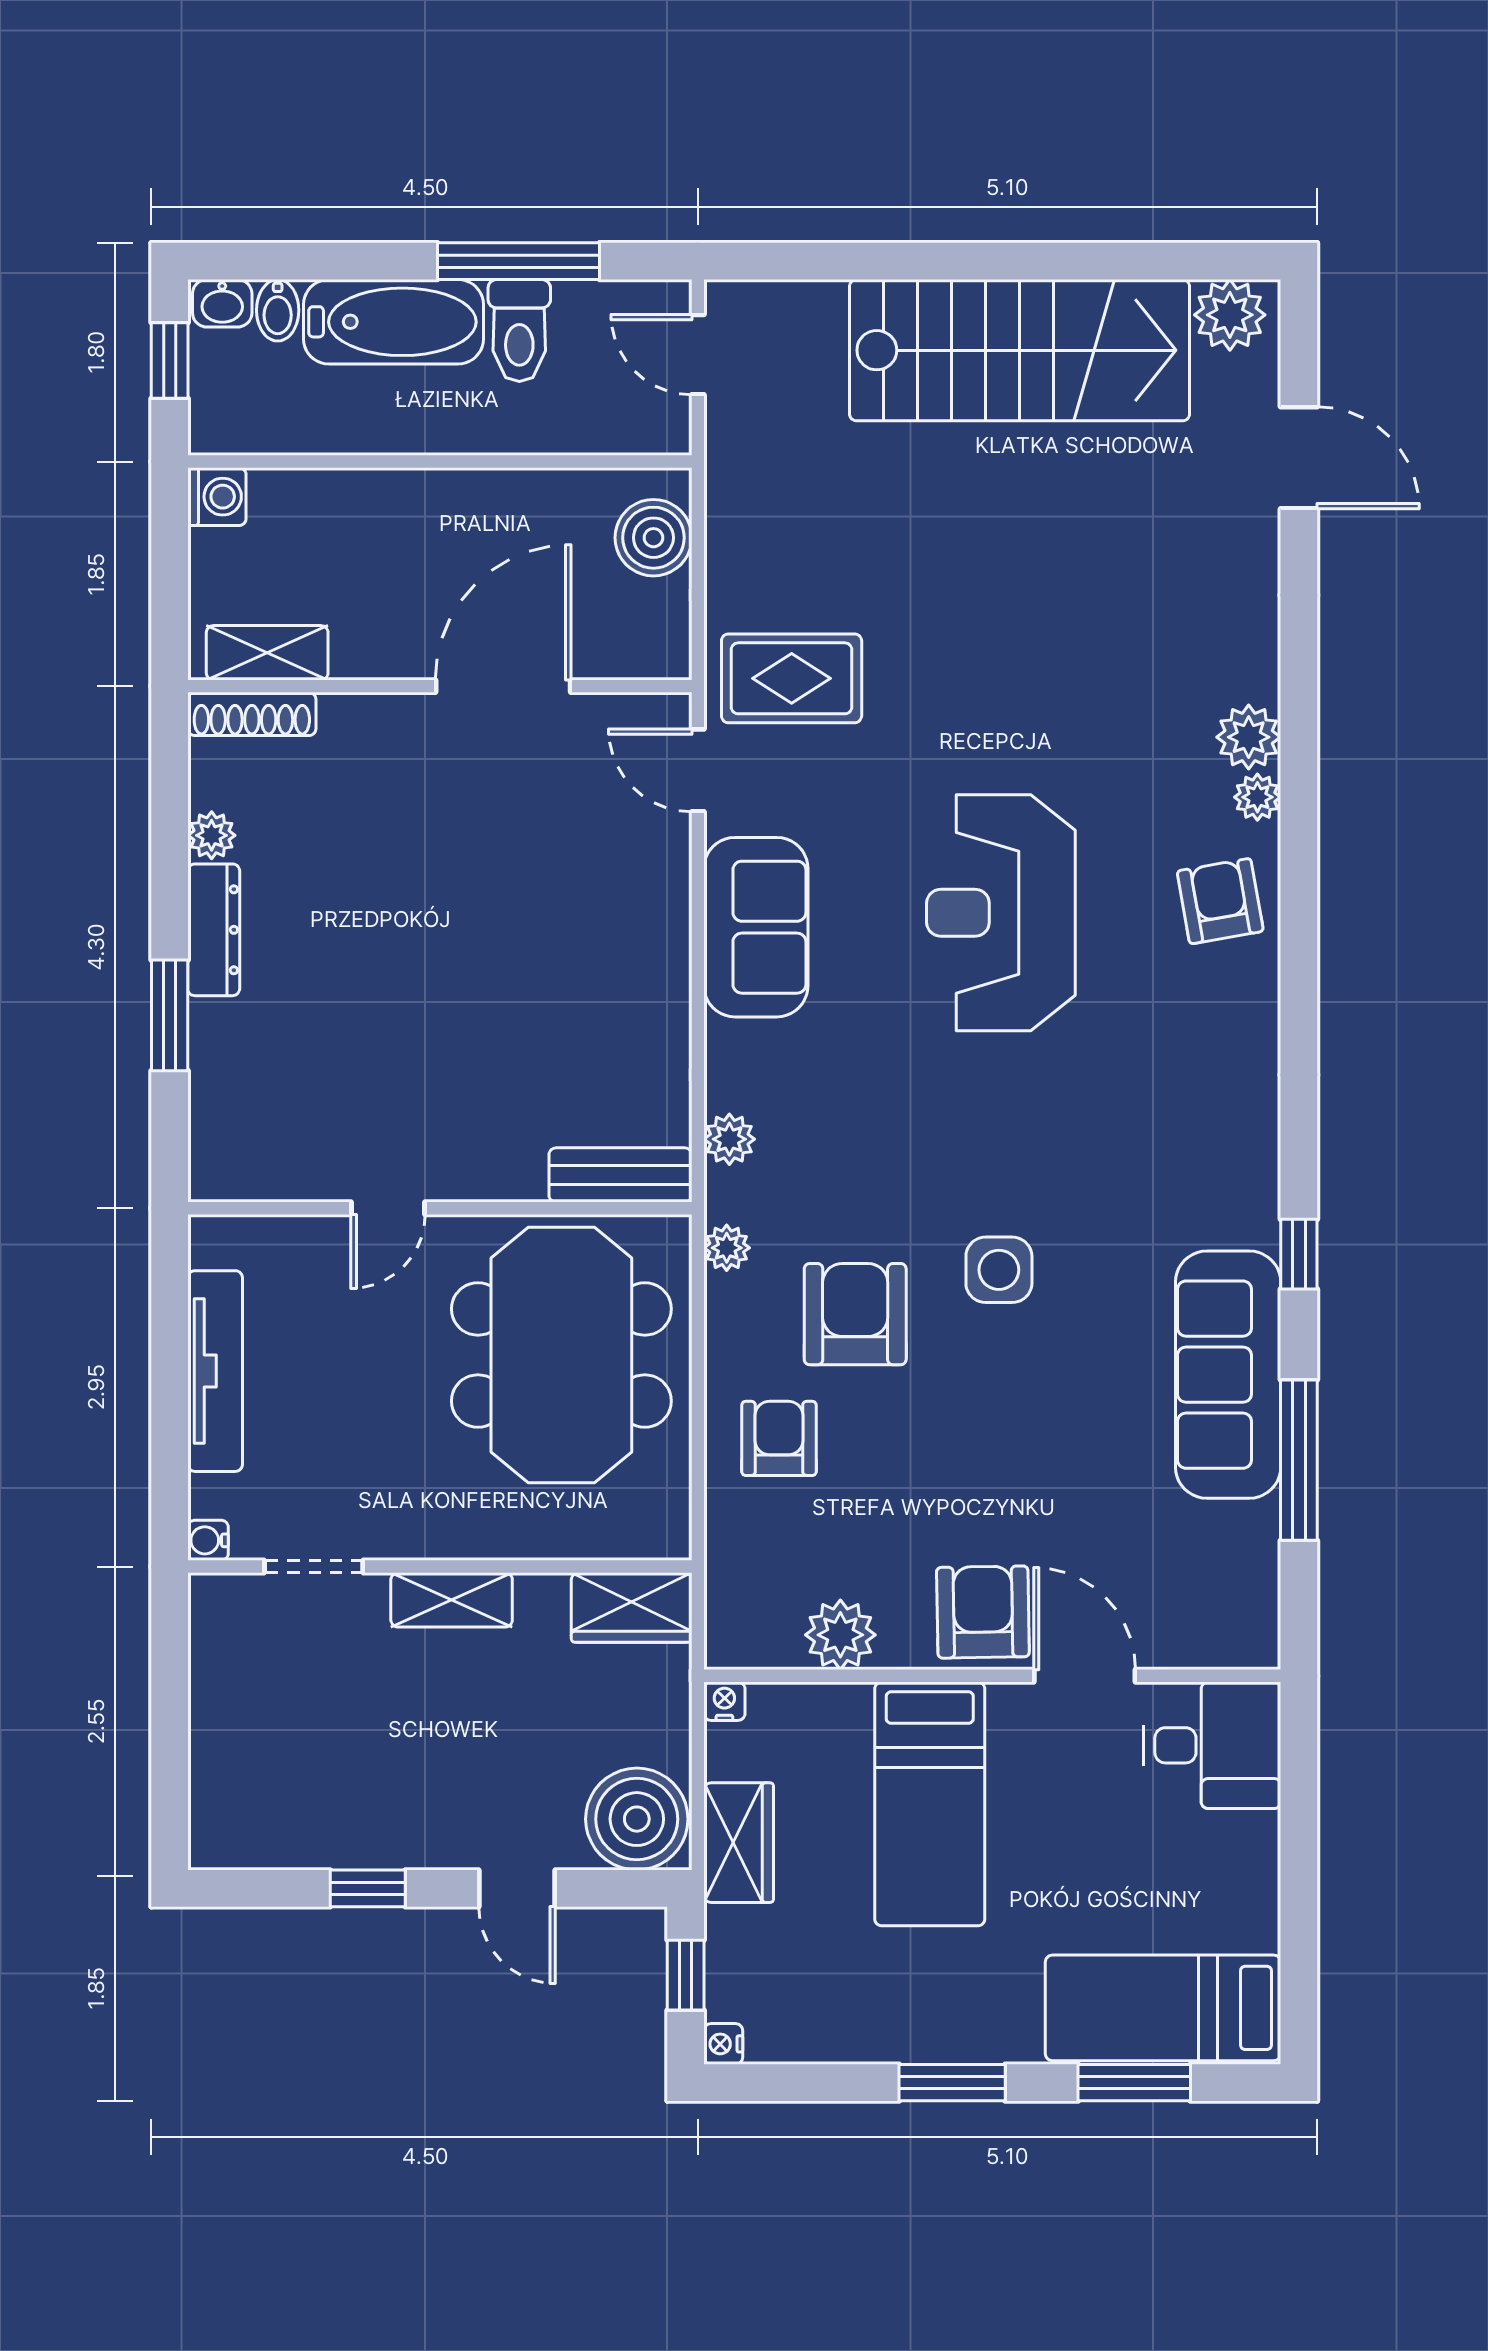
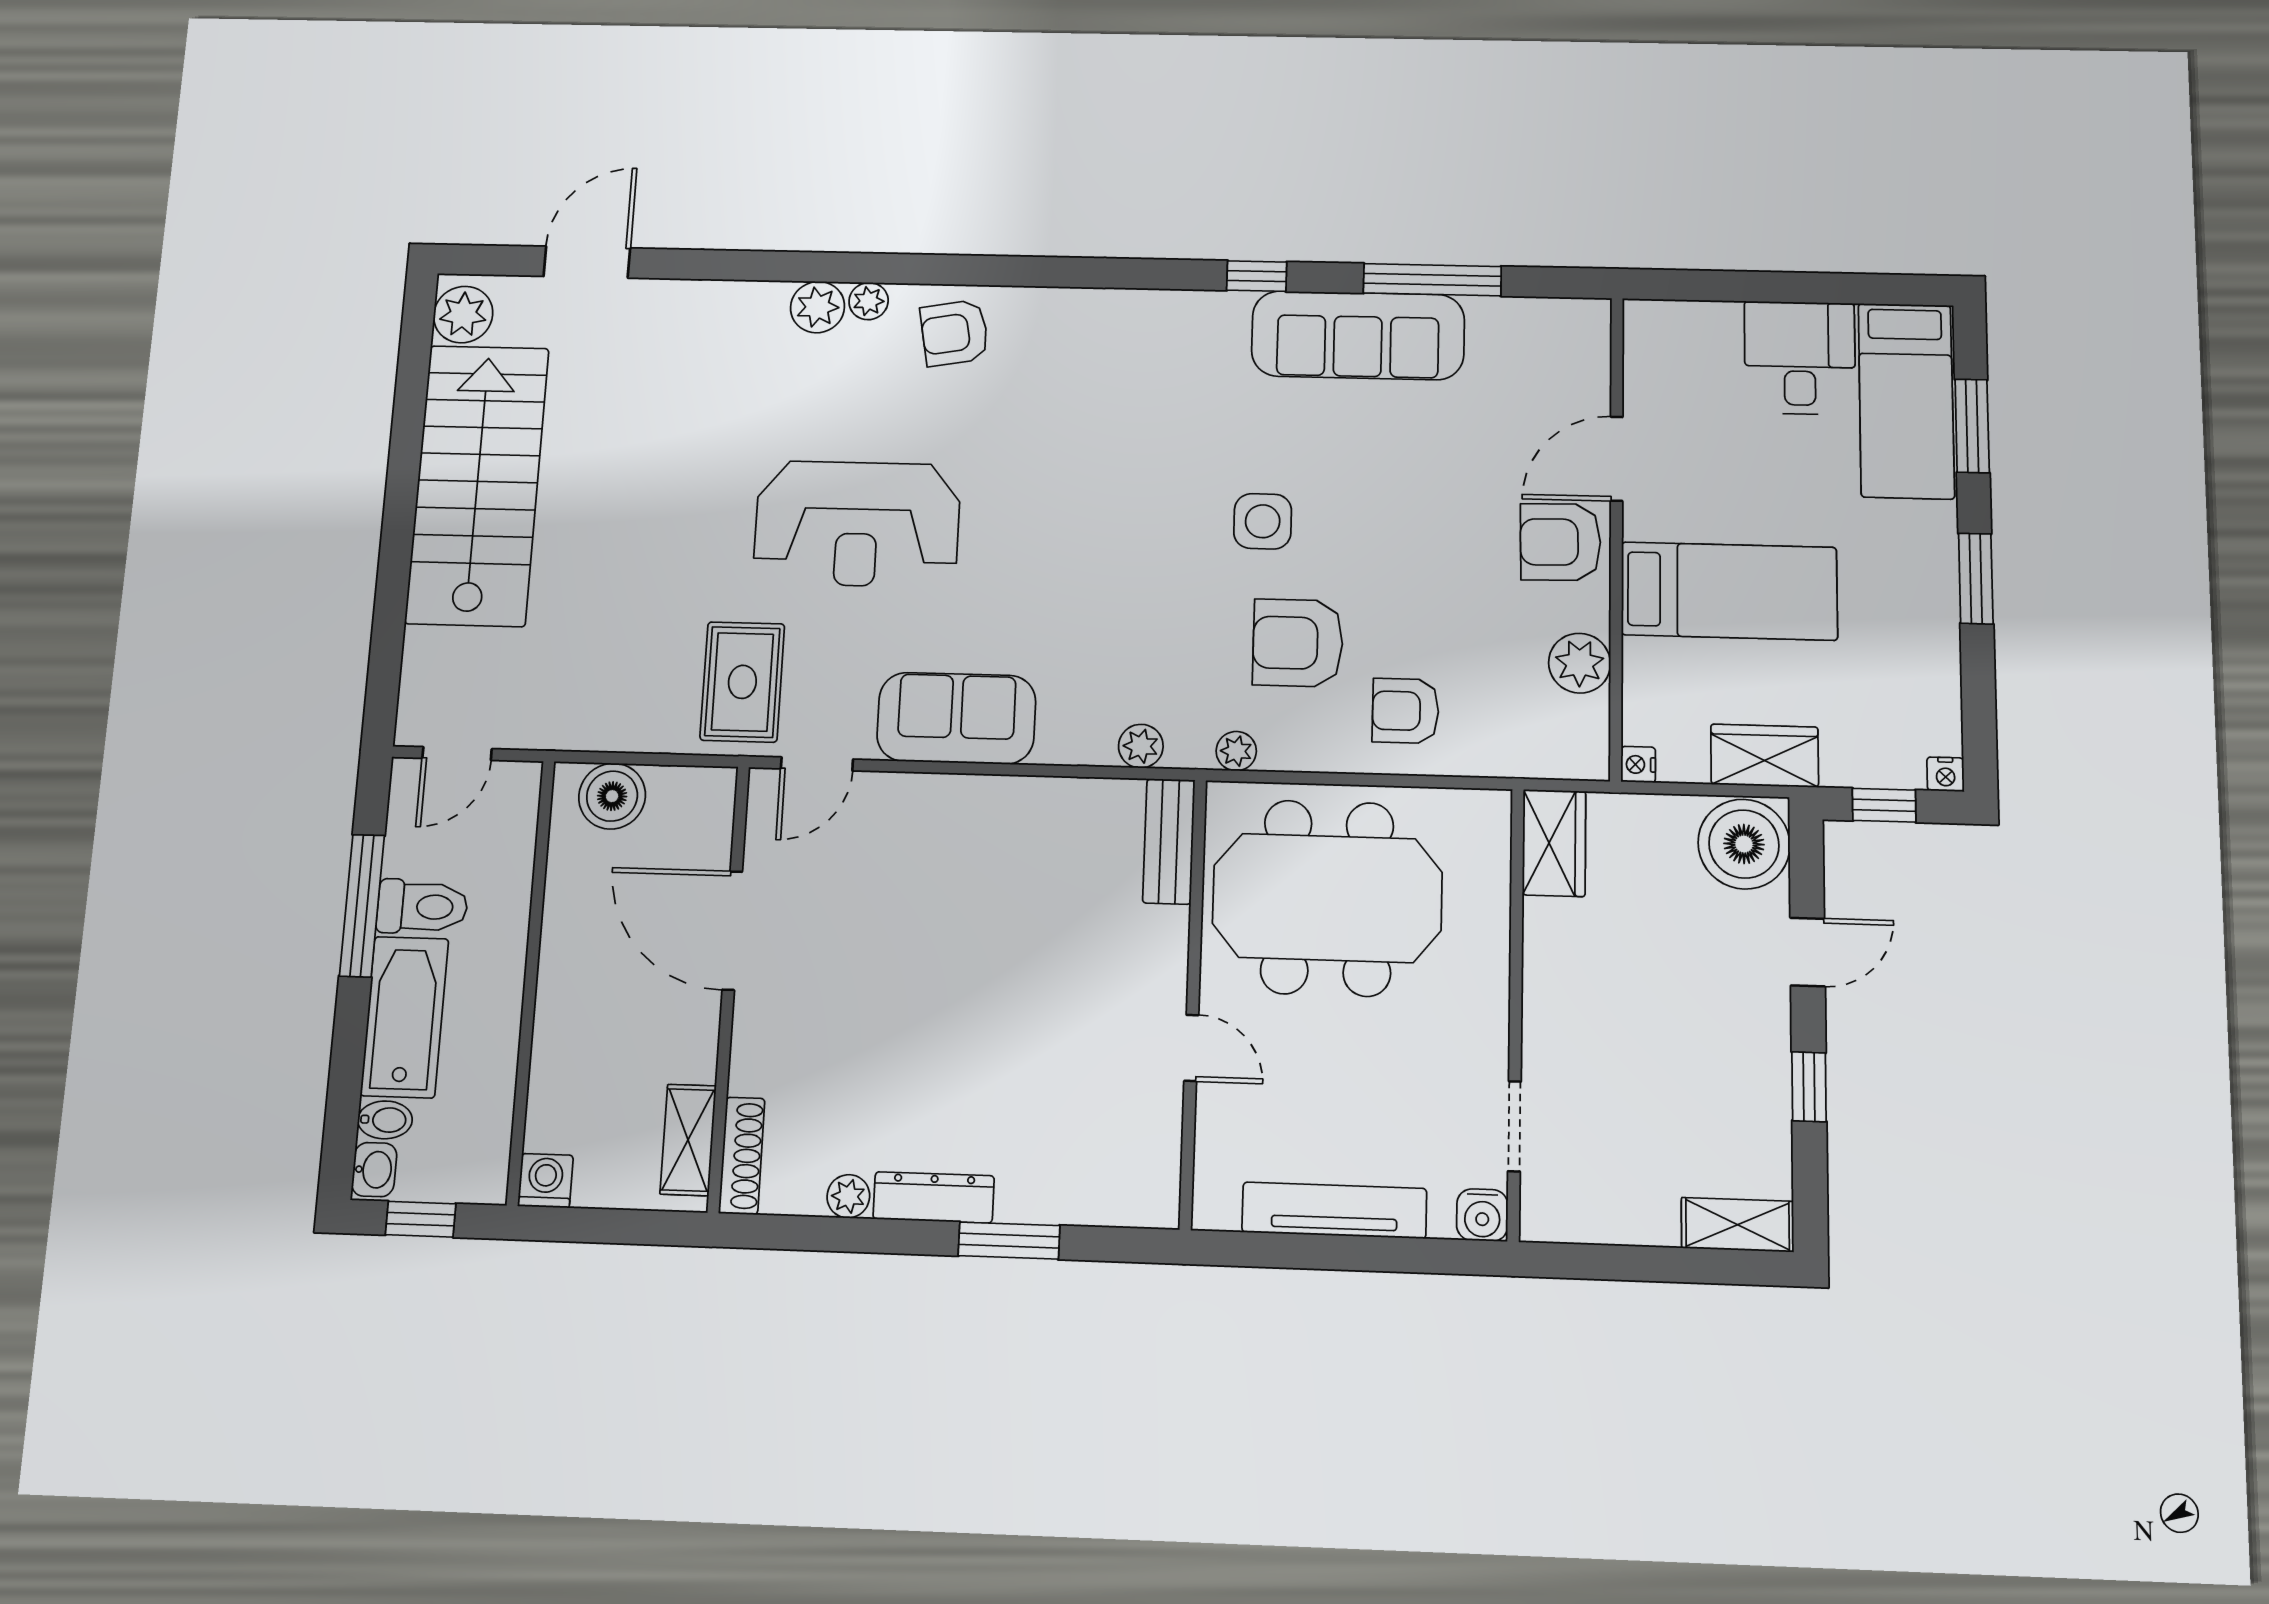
reception desk: (1001, 913) -> (857, 524), moved
water cooler: (208, 1540) -> (1482, 1215), width x1.38, depth x1.38
shelving: (452, 1600) -> (1737, 1225), moved, turned 90
desk: (1212, 1745) -> (1800, 358), moved

